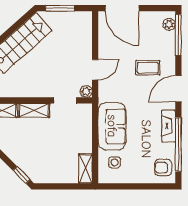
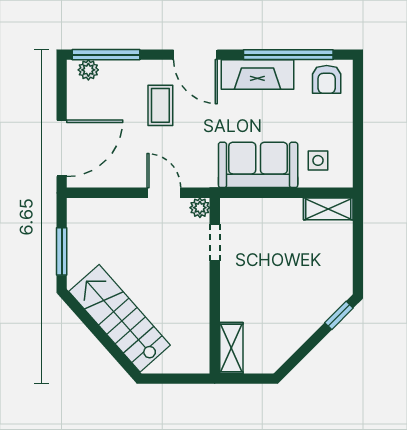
shelving: (34, 110) -> (231, 295), removed
fireplace: (168, 126) -> (257, 75), width x1.37, depth x1.32

